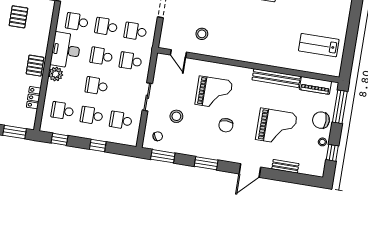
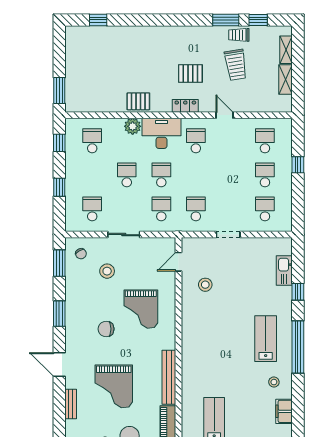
school desk: (106, 27) -> (196, 175), removed
locker: (34, 98) -> (185, 106), moved
school desk: (92, 115) -> (92, 175), removed

